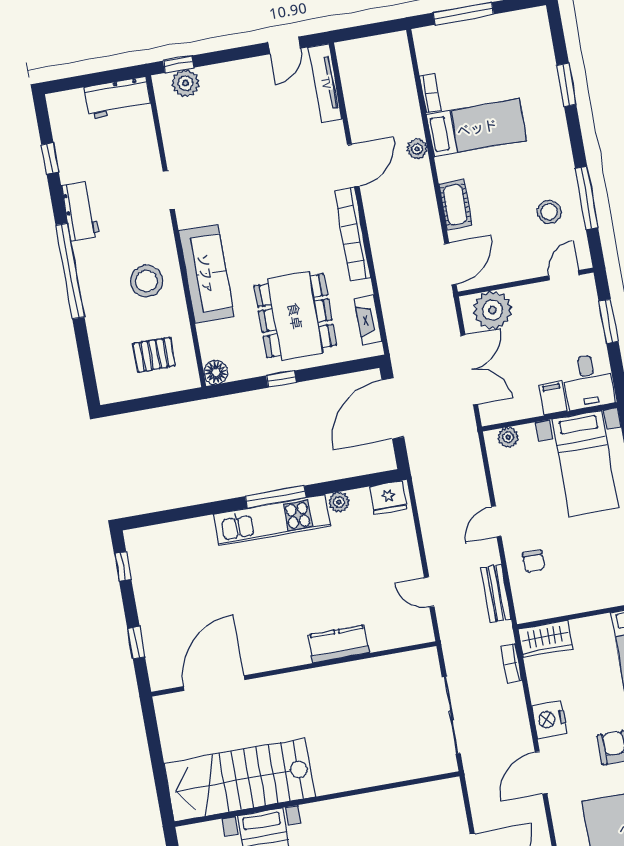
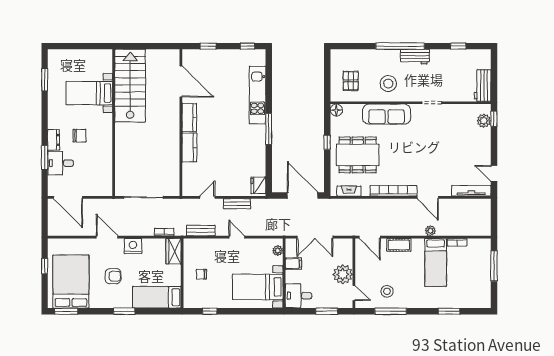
workbench: (80, 211) -> (415, 57), moved
plant: (492, 310) -> (343, 274), moved
filing cabinet: (553, 398) -> (293, 264), moved
plant: (339, 502) -> (260, 160), removed
kitchen unit: (272, 520) -> (257, 95), moved
bench: (431, 532) -> (237, 204), added
chair: (533, 561) -> (201, 274), moved
kitchen counter: (281, 655) -> (189, 118), added

